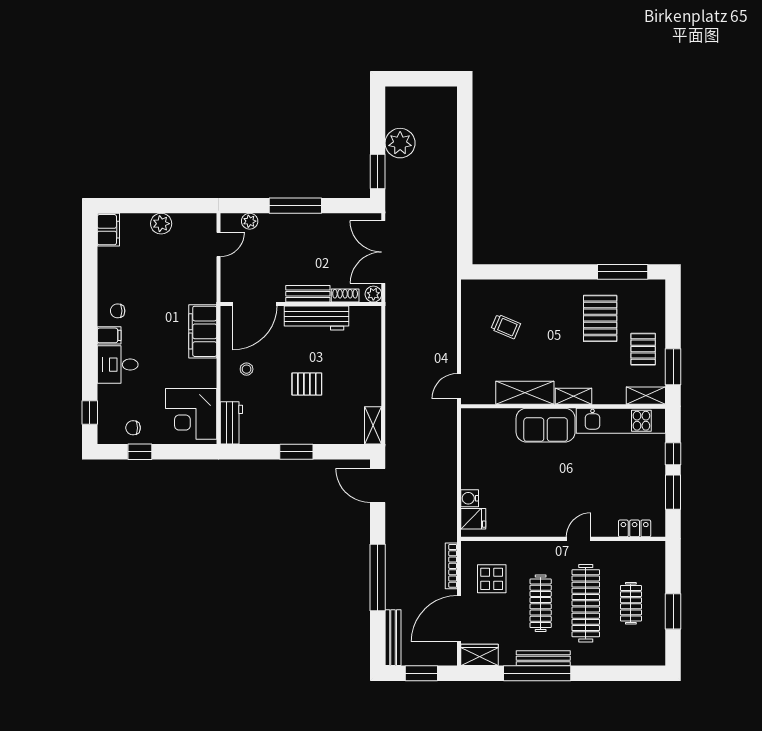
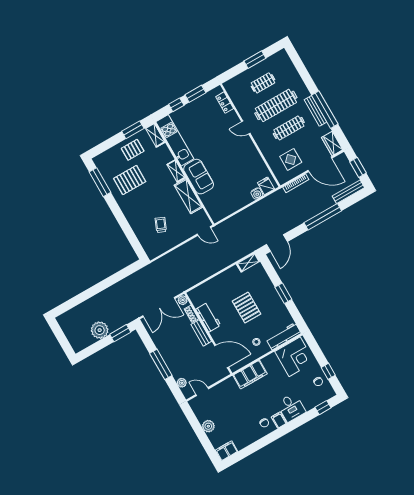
workbench: (317, 318) -> (208, 317), width x0.73
pallet: (307, 384) -> (247, 308), width x1.50, depth x1.42
workbench: (231, 423) -> (284, 336), width x1.38

